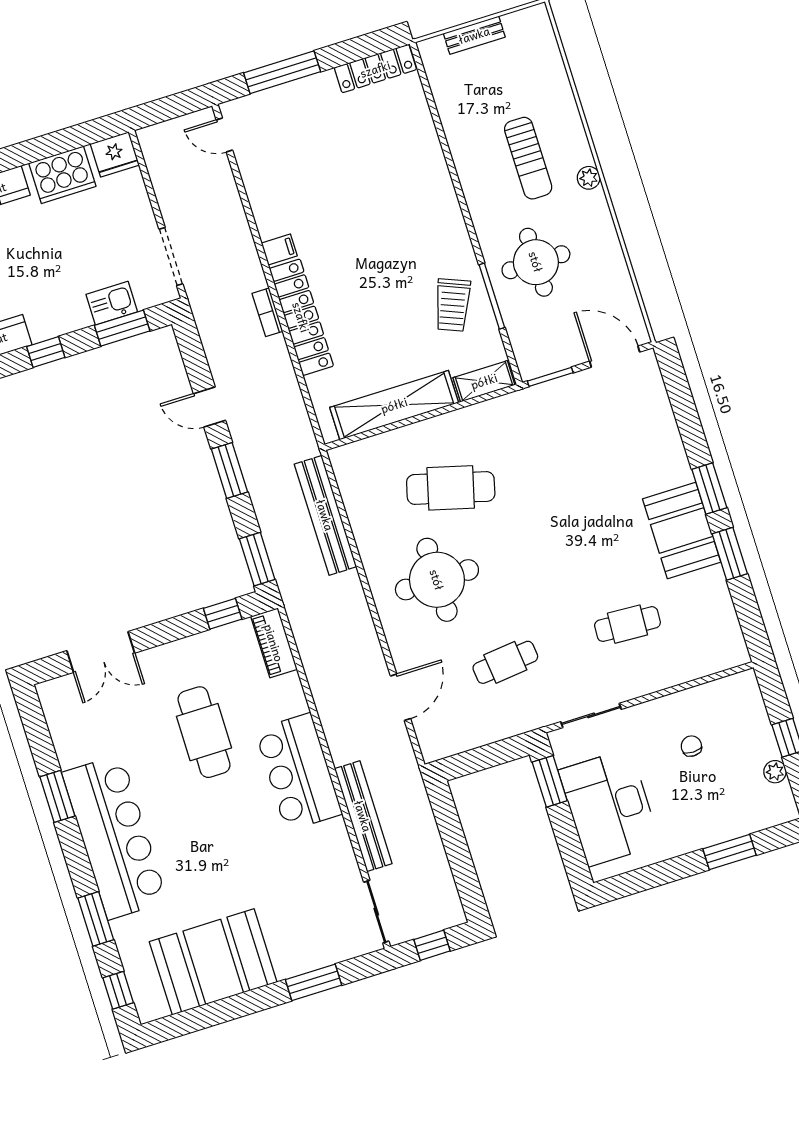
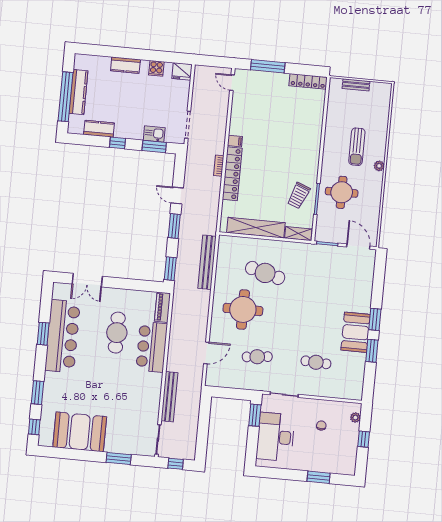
cooker: (62, 175) -> (156, 68), width x0.53, depth x0.76
window: (223, 614) -> (146, 286), removed
bar counter: (299, 772) -> (152, 347), moved
plant: (775, 772) -> (355, 418), moved
bar counter: (115, 837) -> (62, 336), moved

